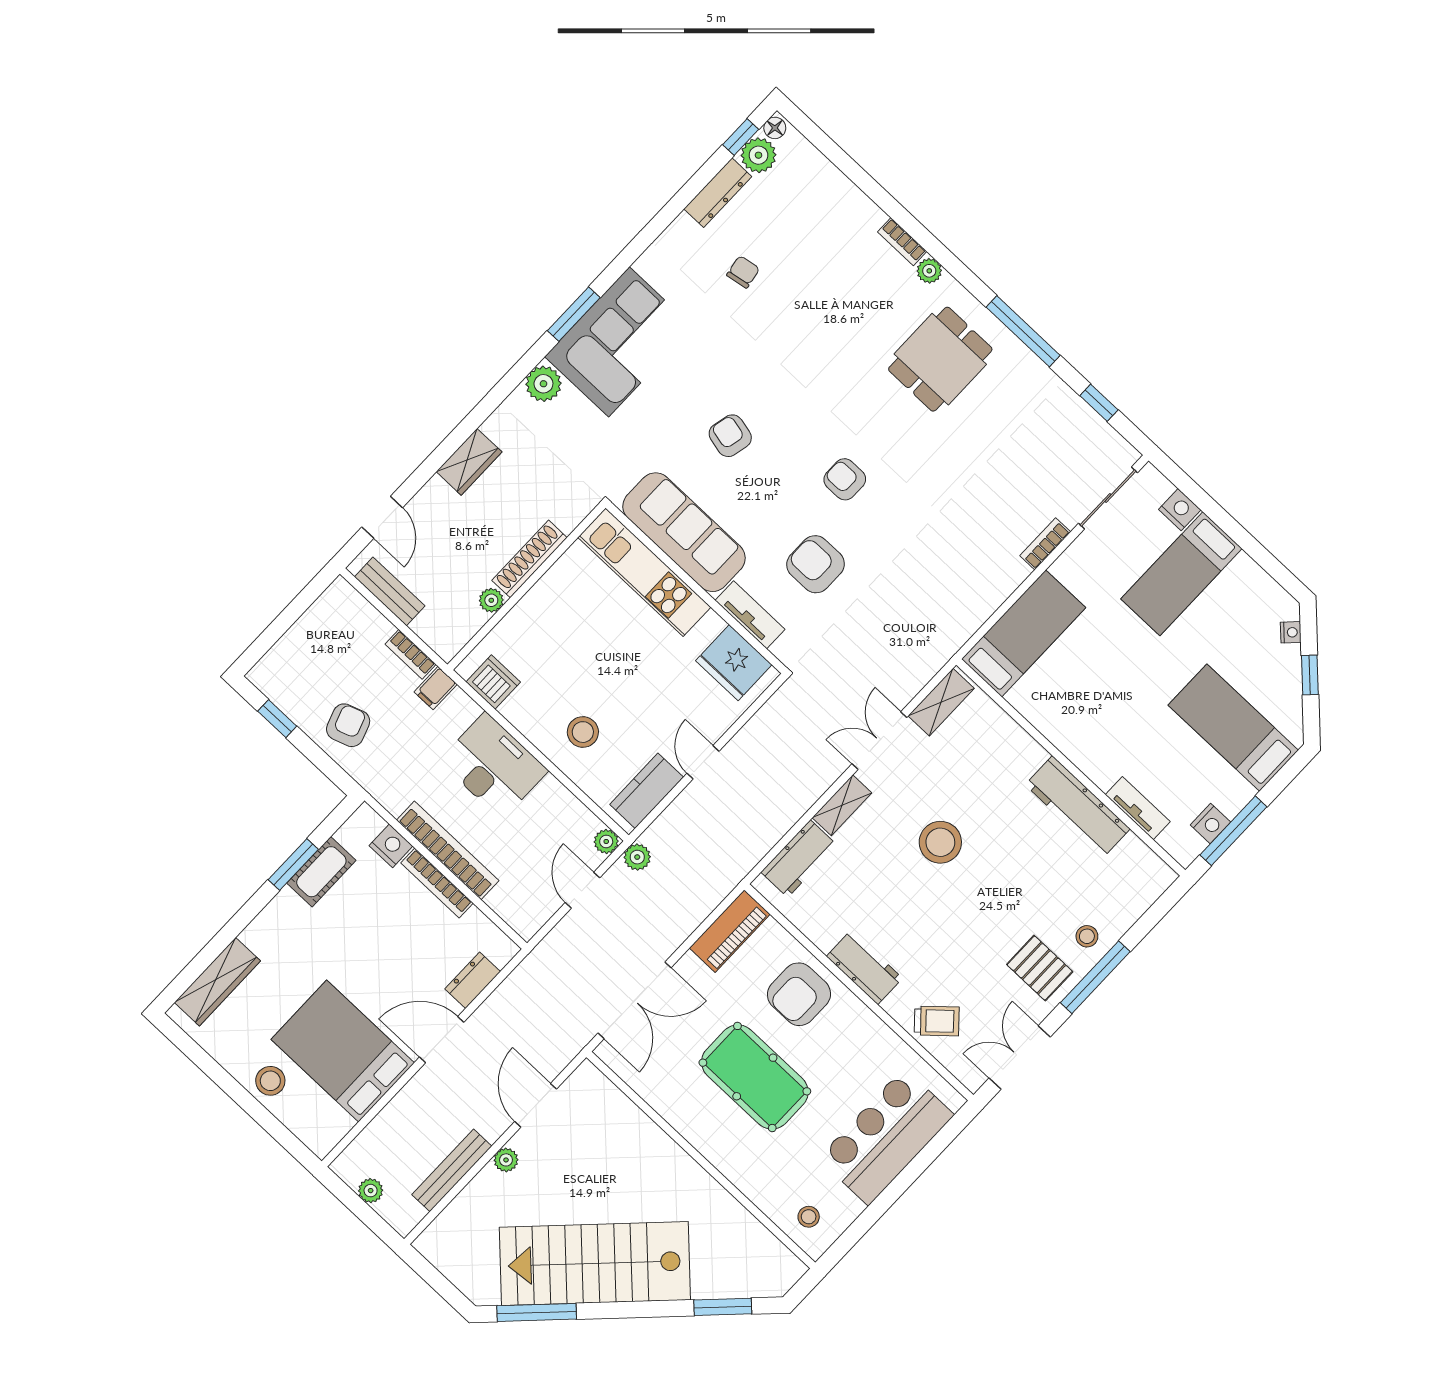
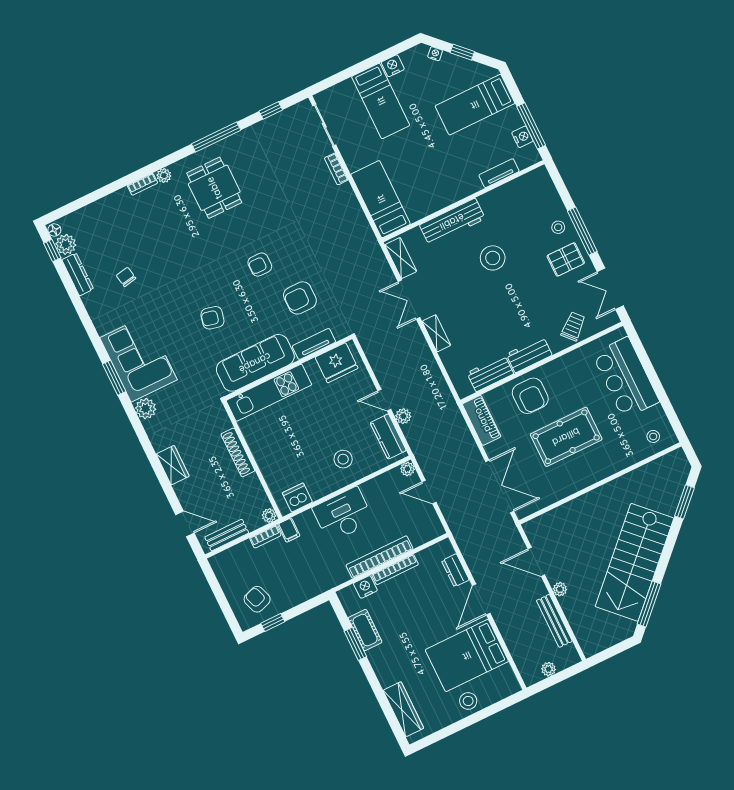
nightstand: (1180, 510) -> (393, 66), moved
plant: (491, 600) -> (269, 515), moved
armchair: (348, 725) -> (257, 599), moved
workbench: (1078, 807) -> (452, 222), moved
stool: (940, 842) -> (493, 258), moved
plant: (637, 857) -> (403, 416), moved
workbench: (799, 859) -> (490, 373), moved, turned -90

